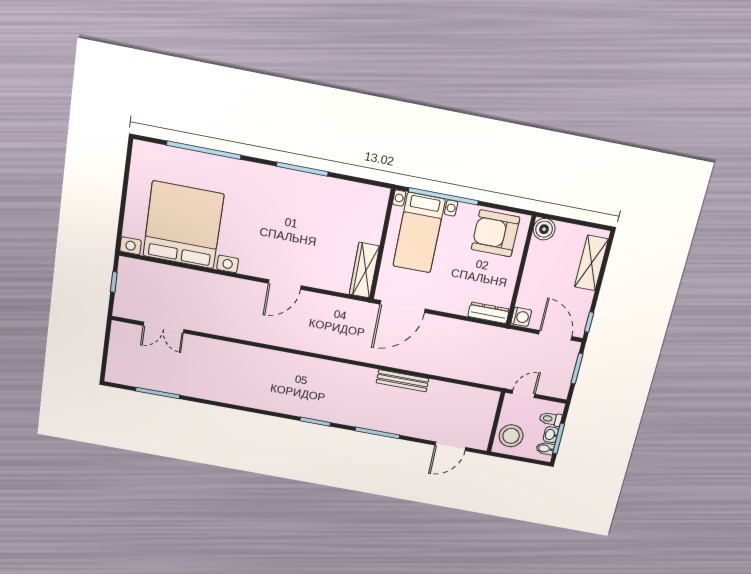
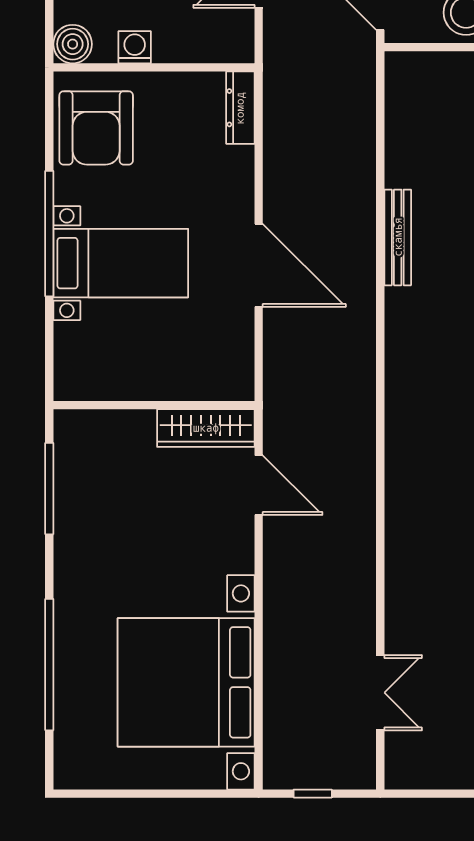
wall: (382, 245) -> (154, 405), moved
wardrobe: (364, 270) -> (206, 428), moved
washing machine: (521, 317) -> (135, 47), moved

